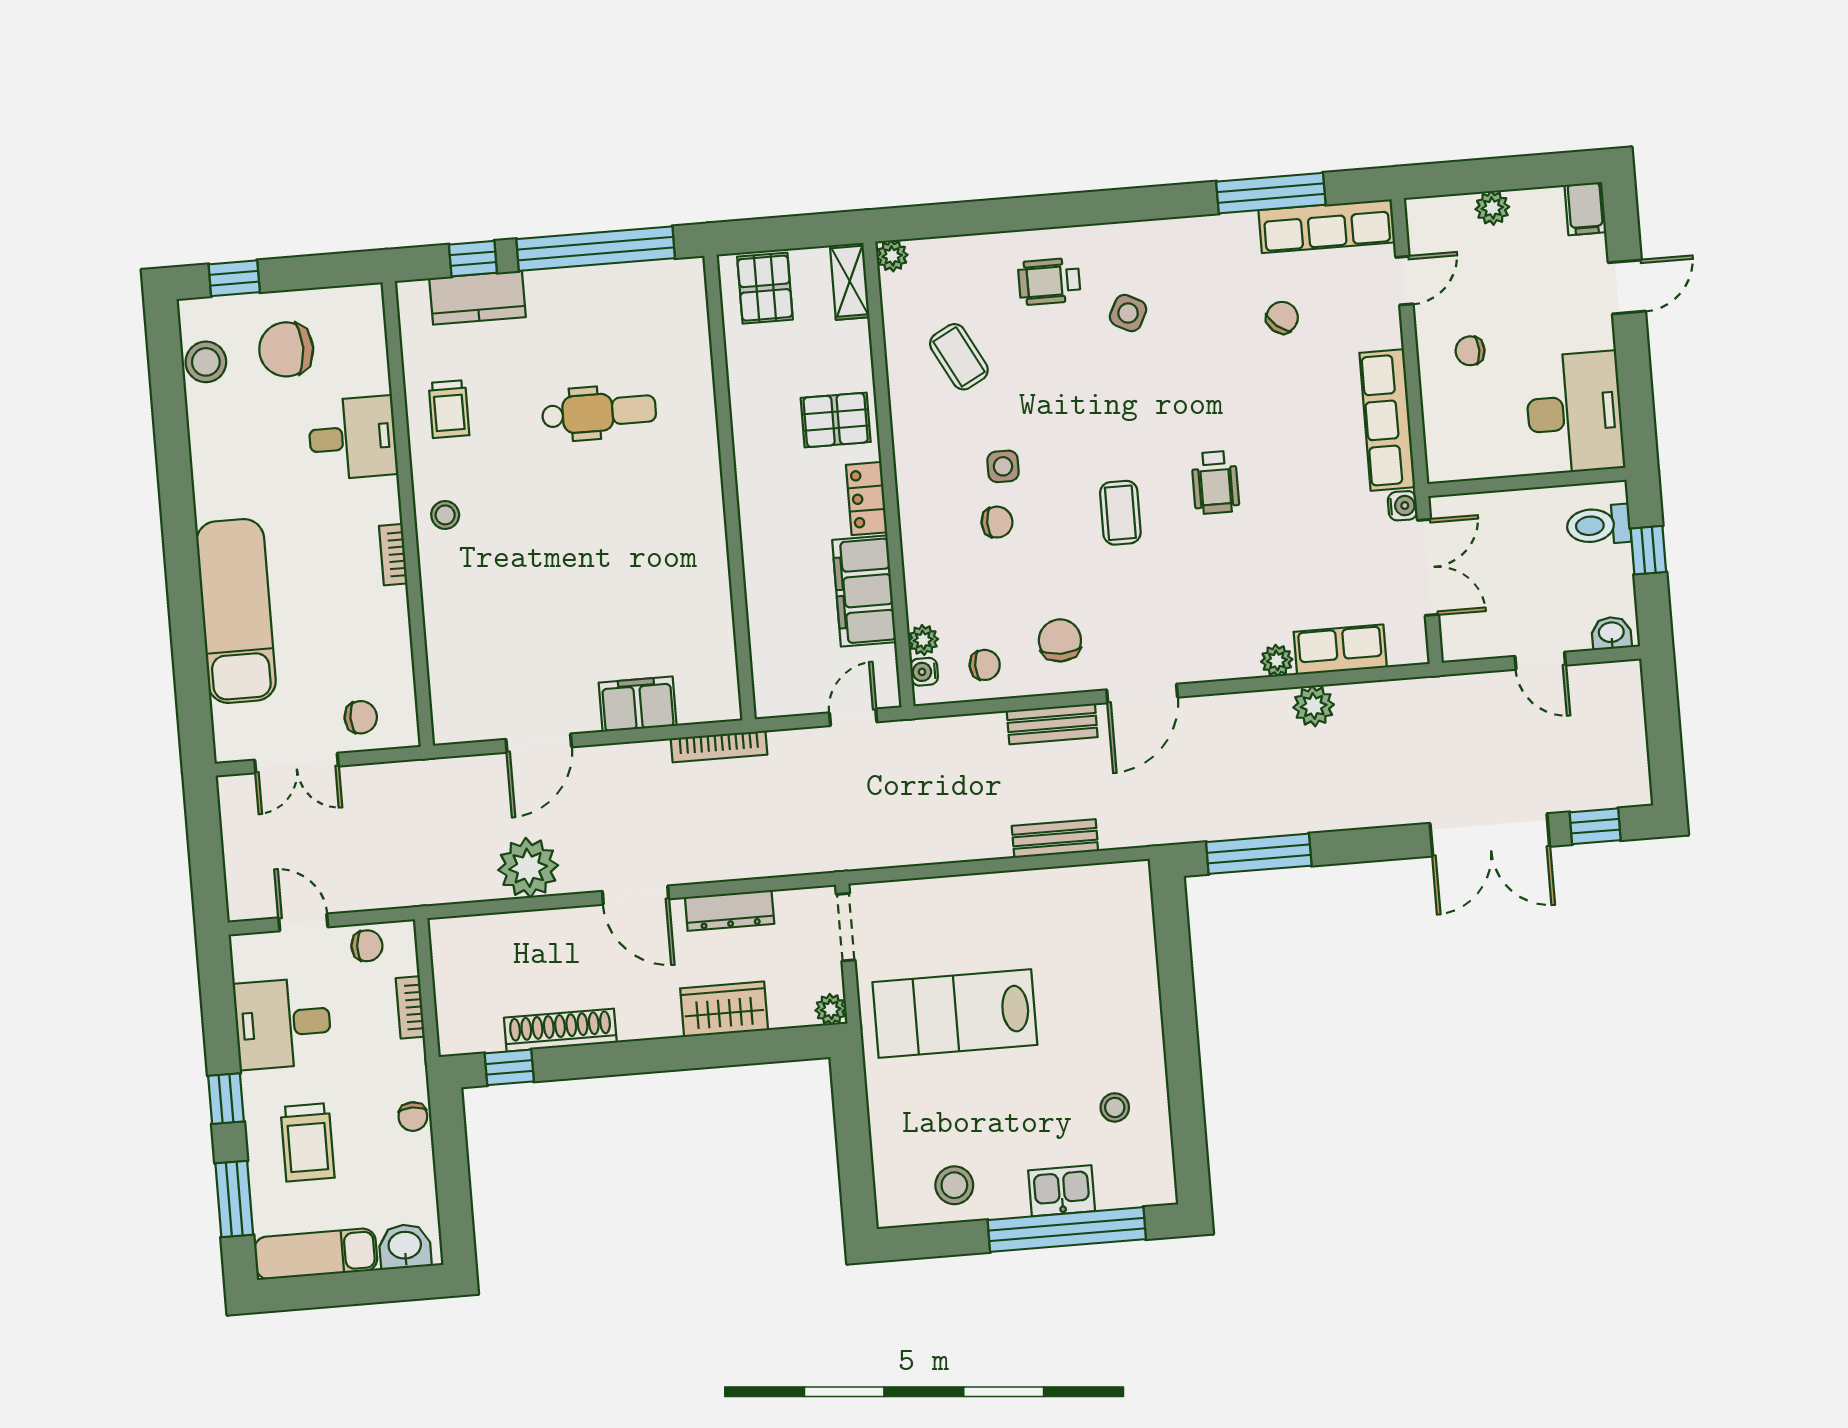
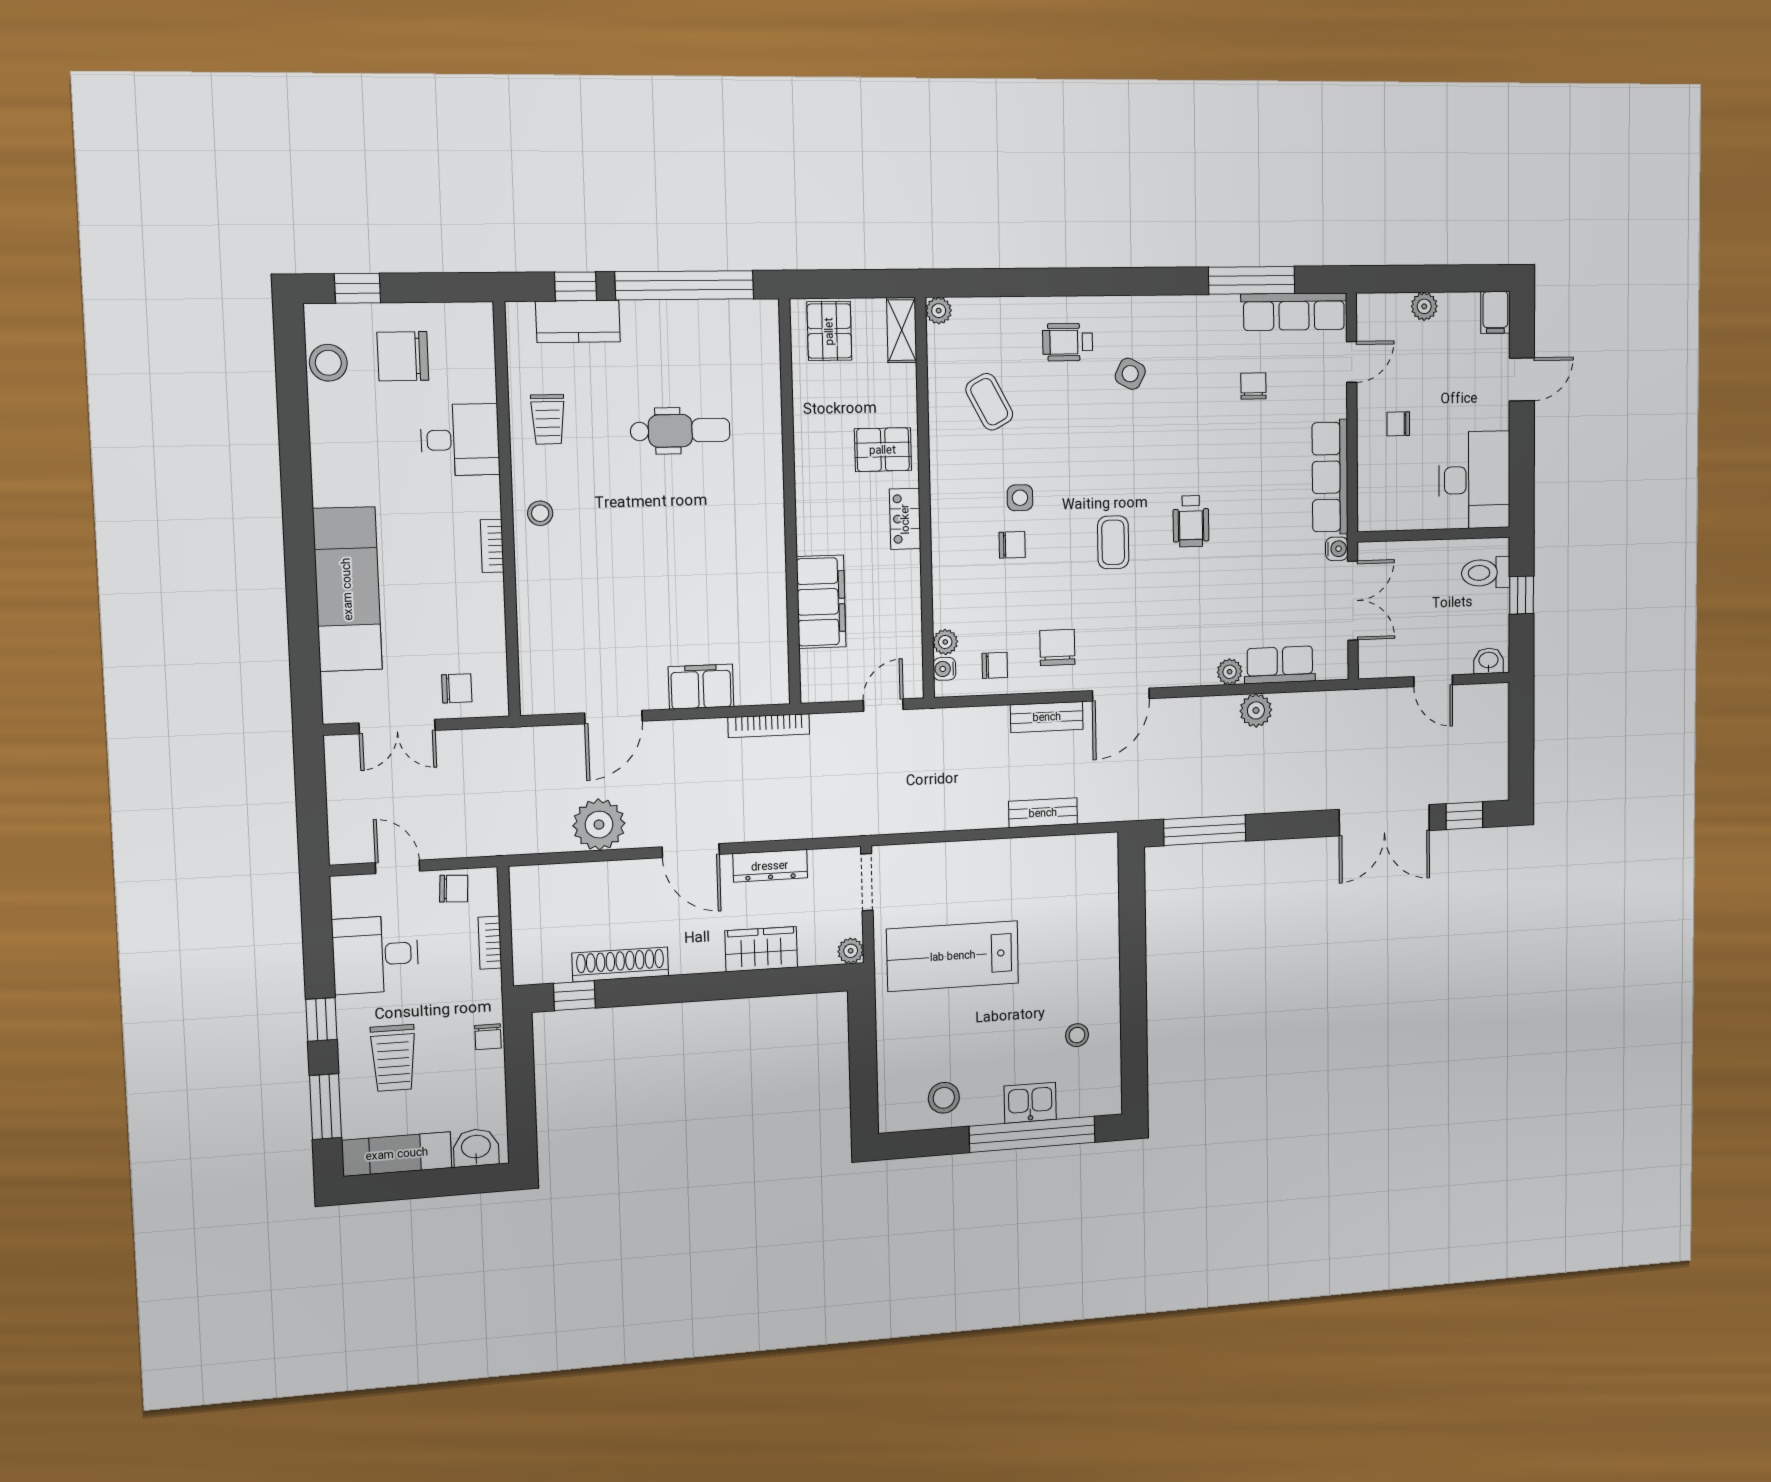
chair: (1282, 318) -> (1253, 386), turned -40
filing cabinet: (864, 591) -> (821, 602), moved, turned 180

